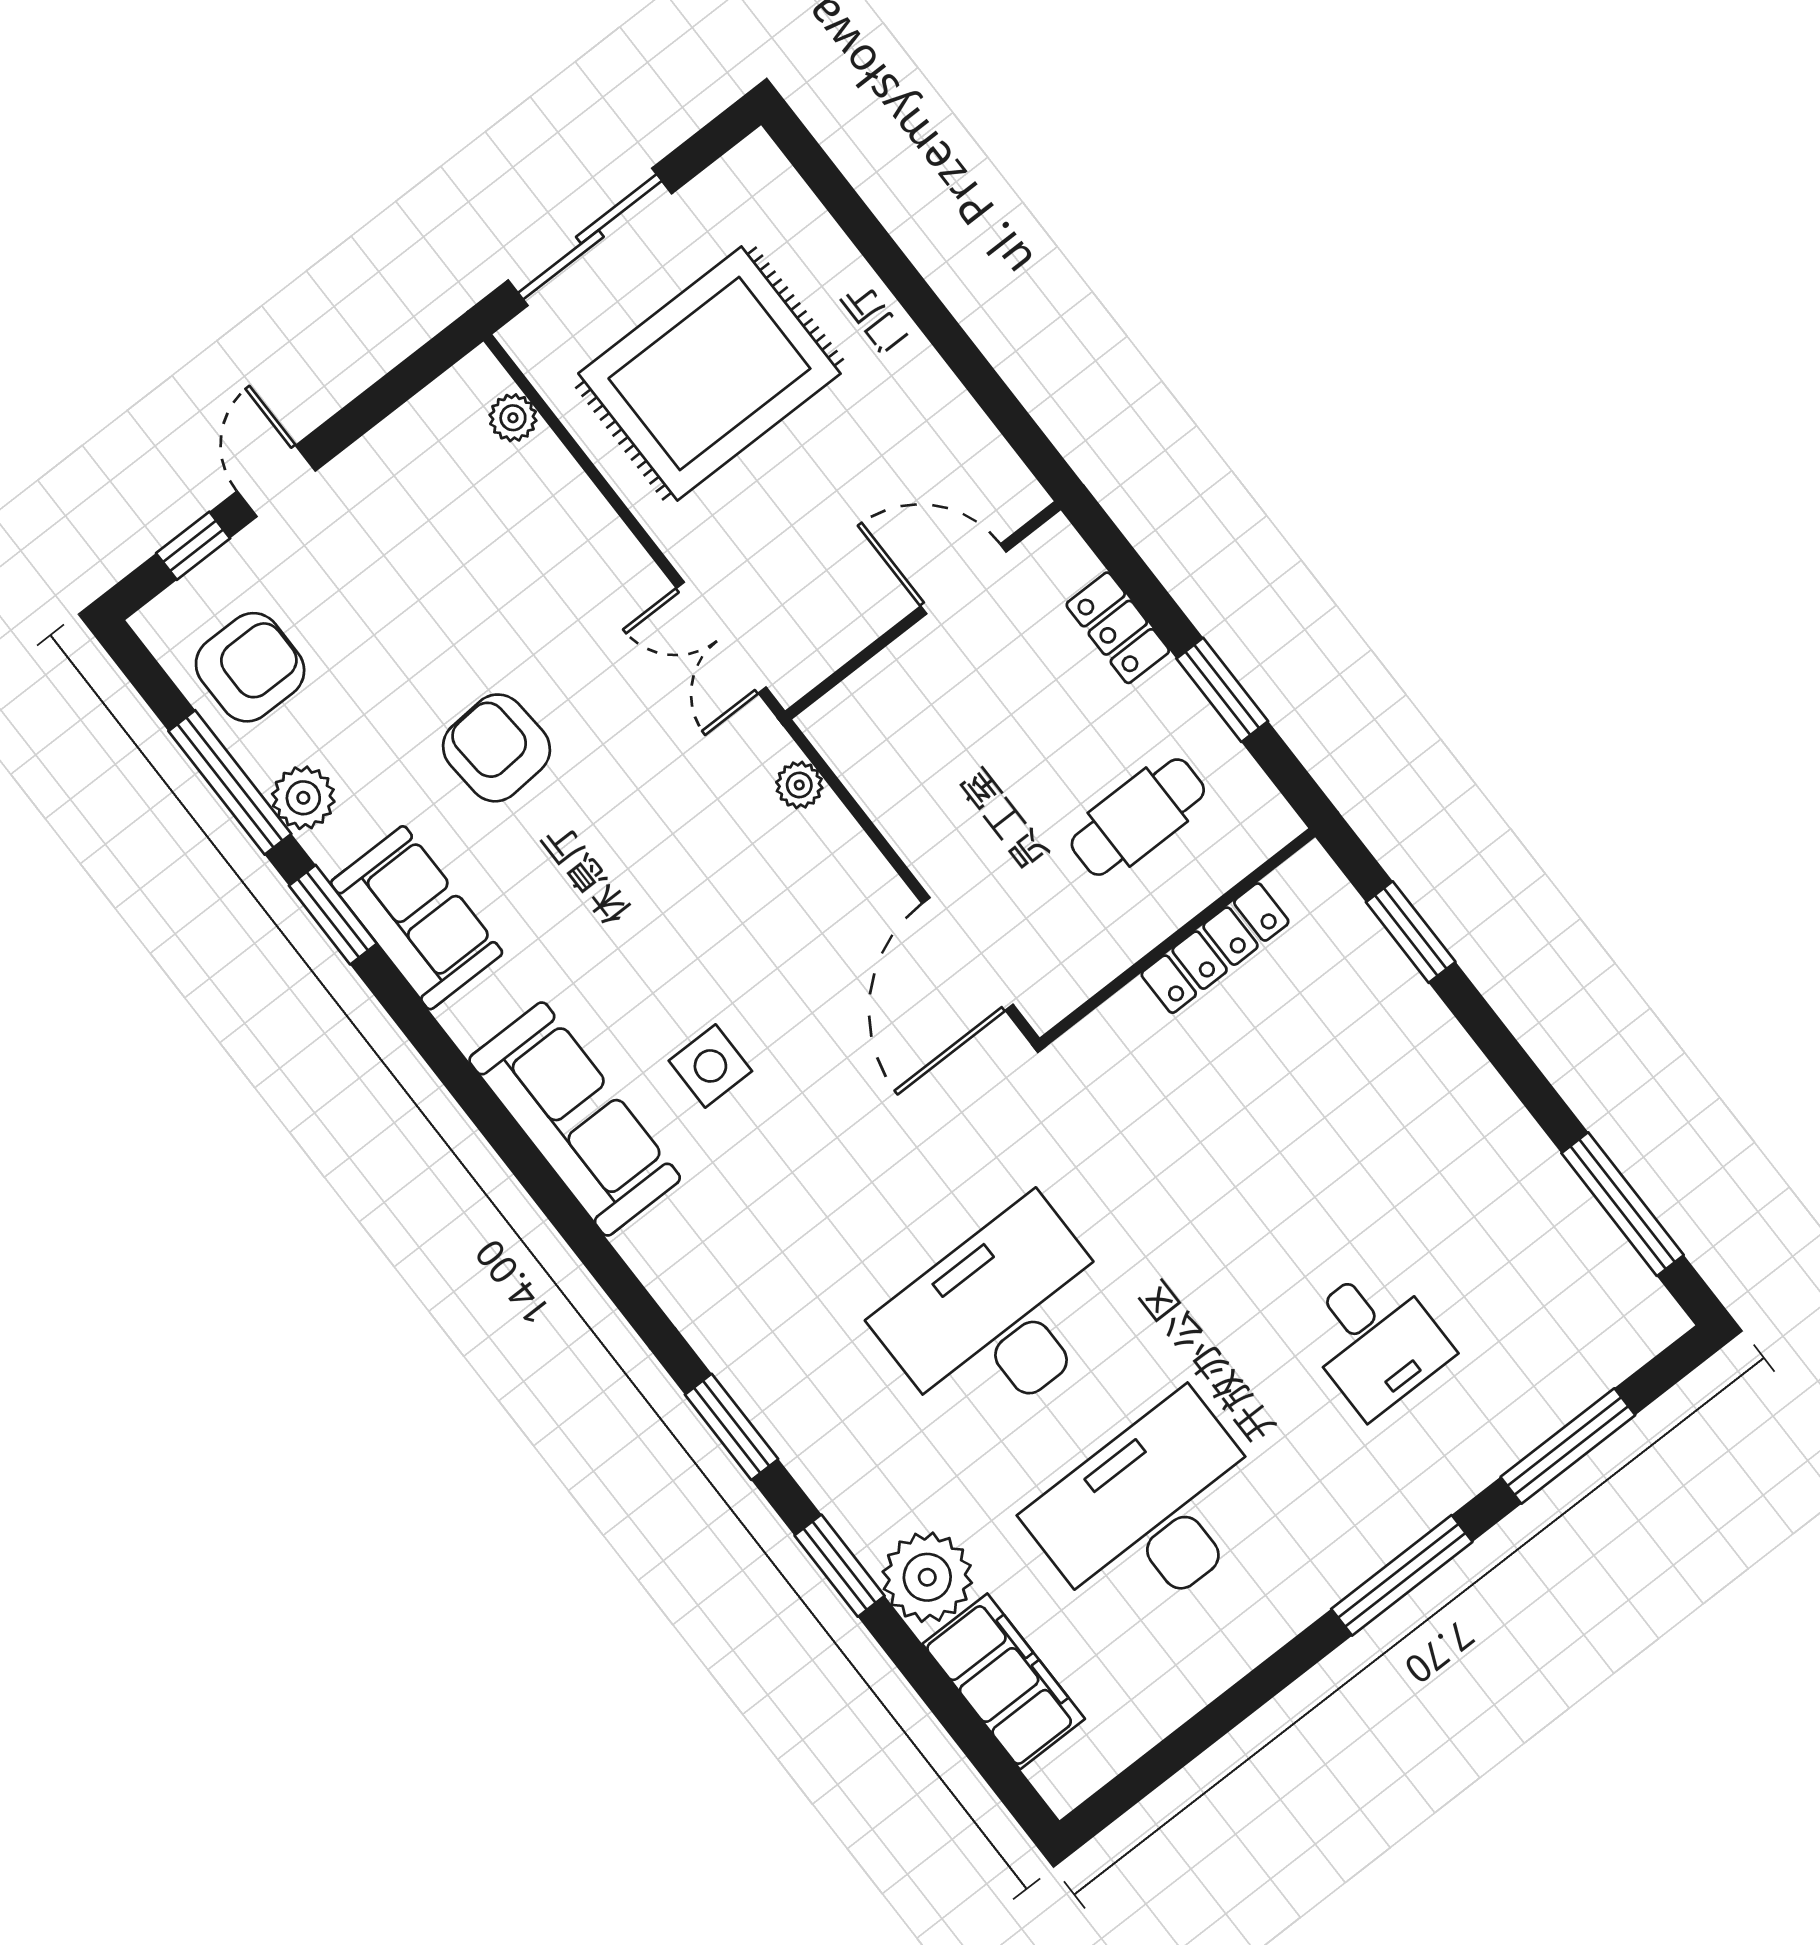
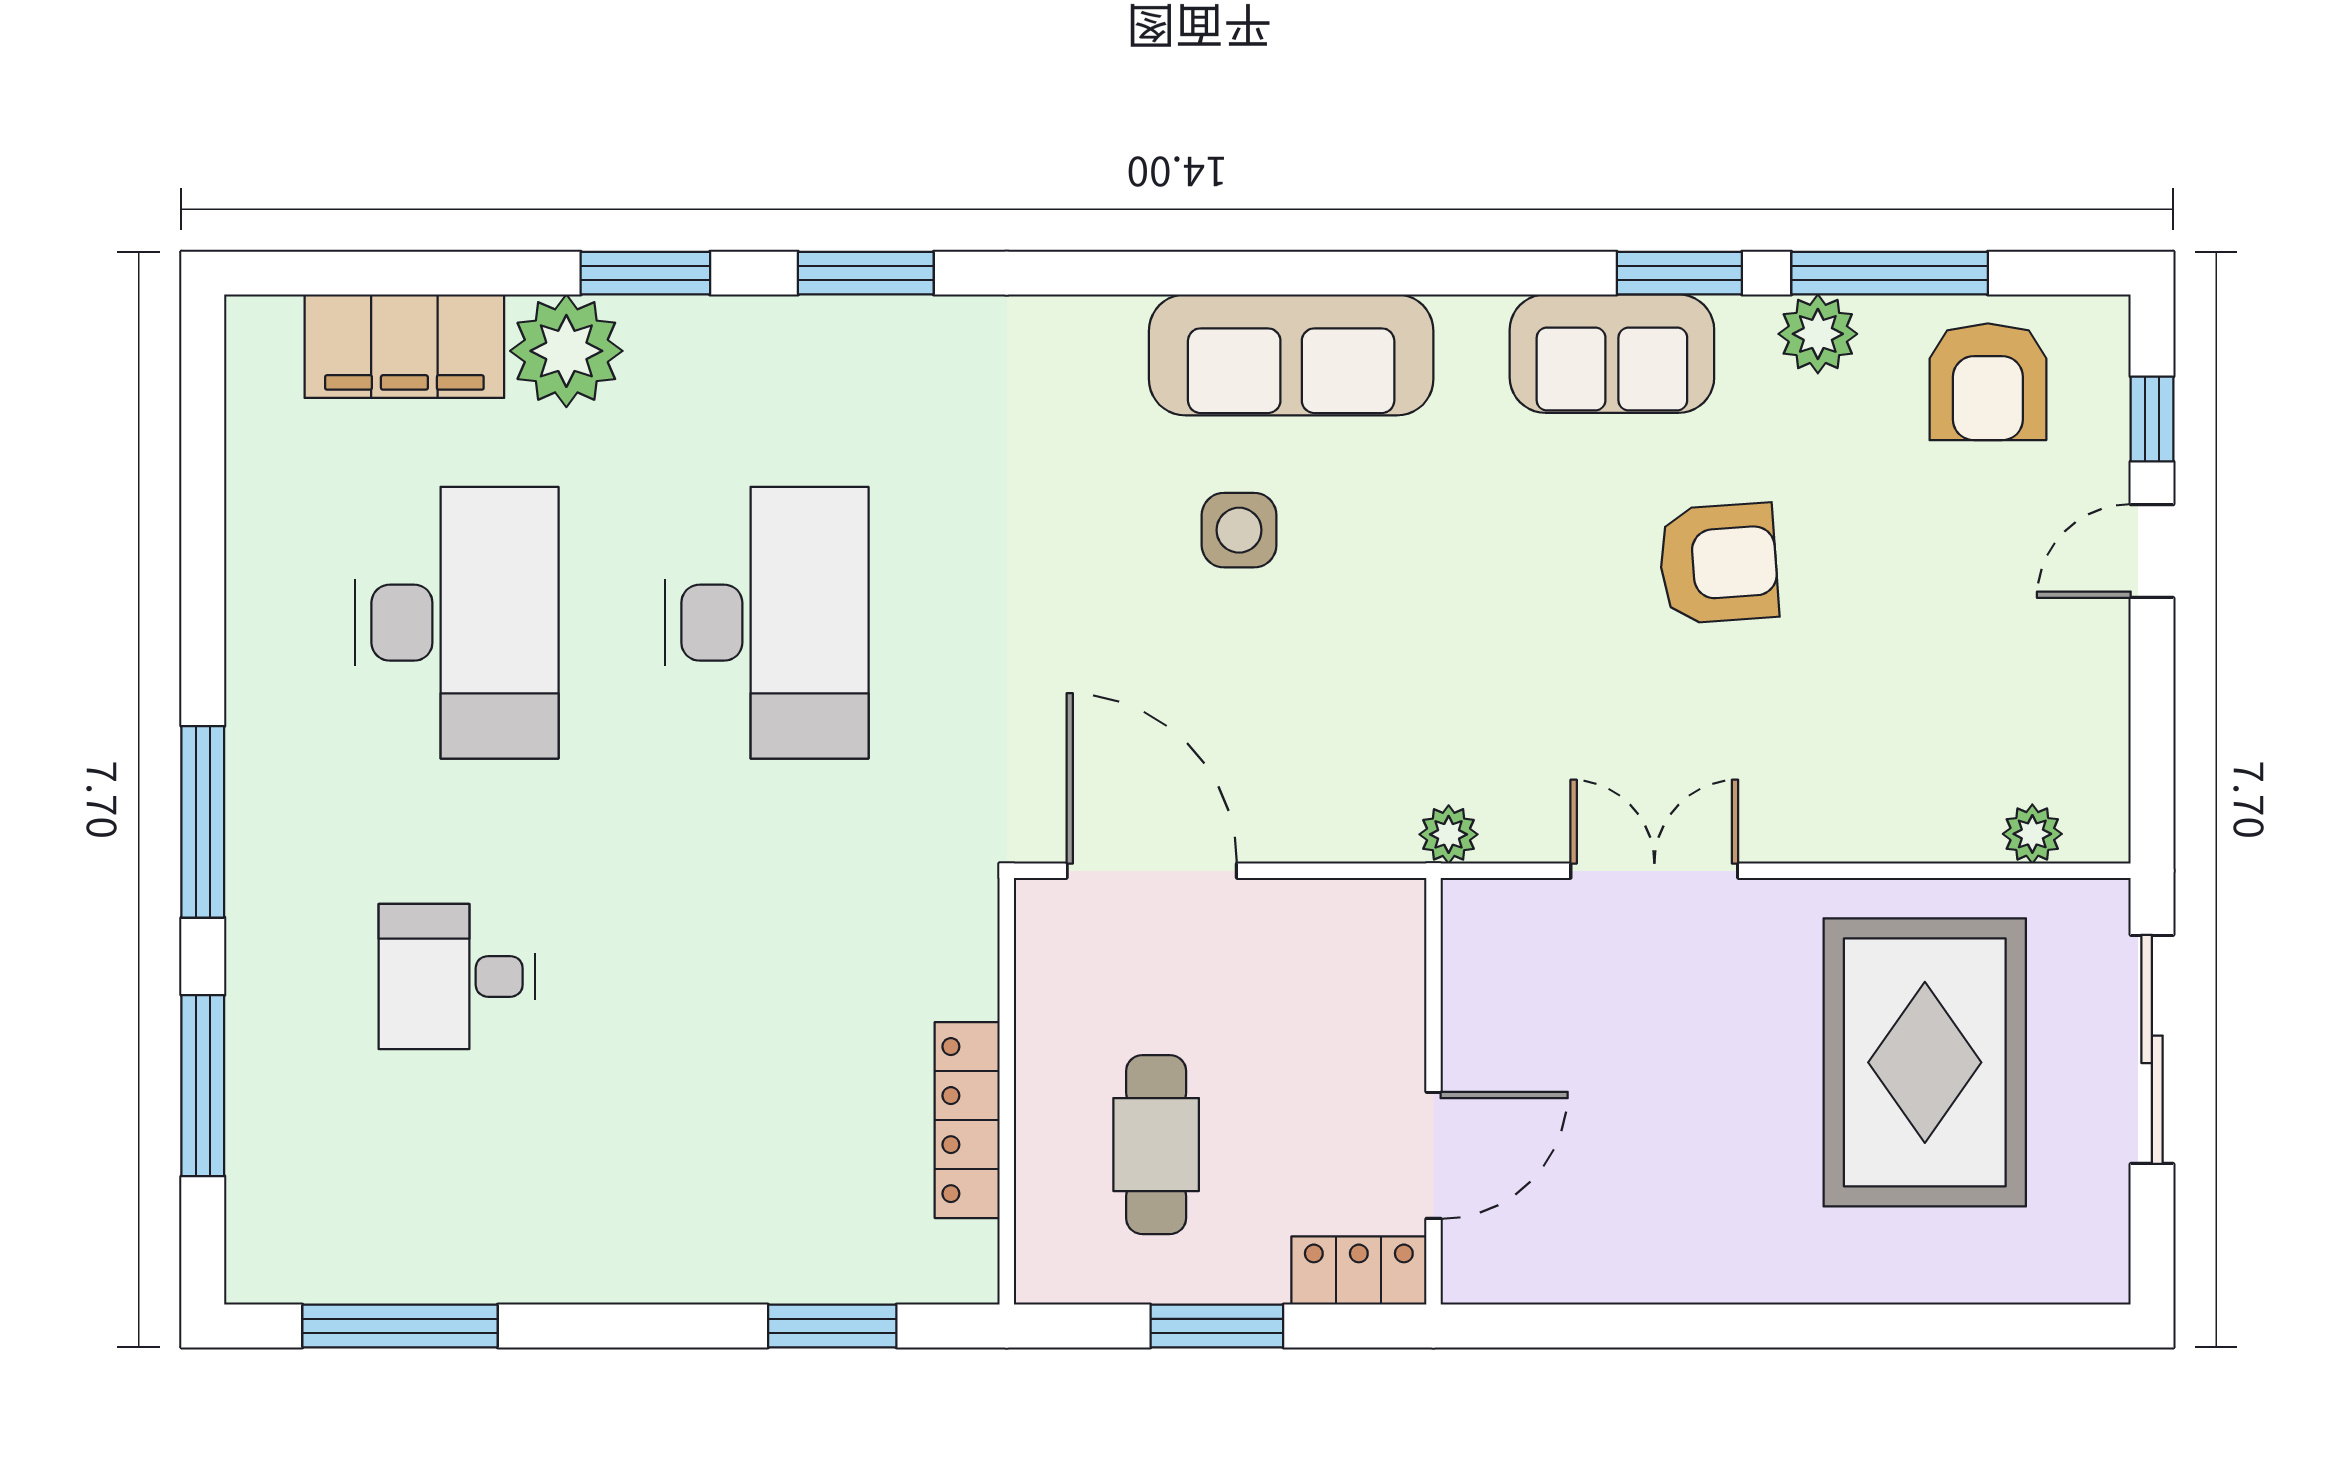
door: (276, 481) -> (2152, 551), swing flipped
door: (963, 579) -> (1433, 1155), moved
wall: (923, 610) -> (1433, 1091), moved

